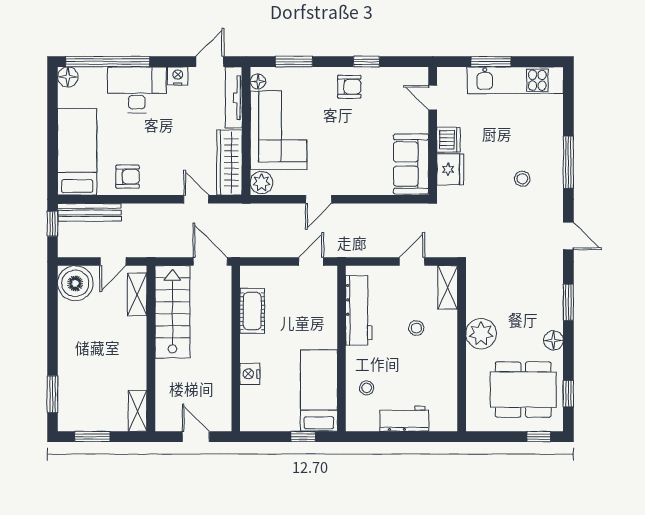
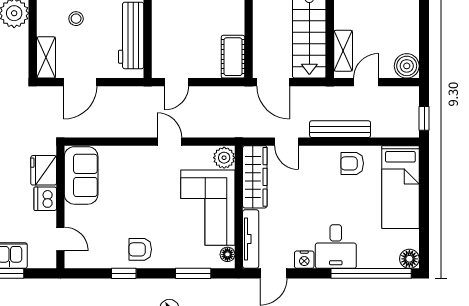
desk: (137, 90) -> (336, 246), width x0.73
door: (319, 199) -> (170, 142), hinge flipped
bench: (89, 212) -> (340, 129), moved
door: (412, 262) -> (80, 82), width x1.38
boiler: (75, 283) -> (407, 66), width x0.73, depth x0.73
cot: (252, 311) -> (233, 57), moved

